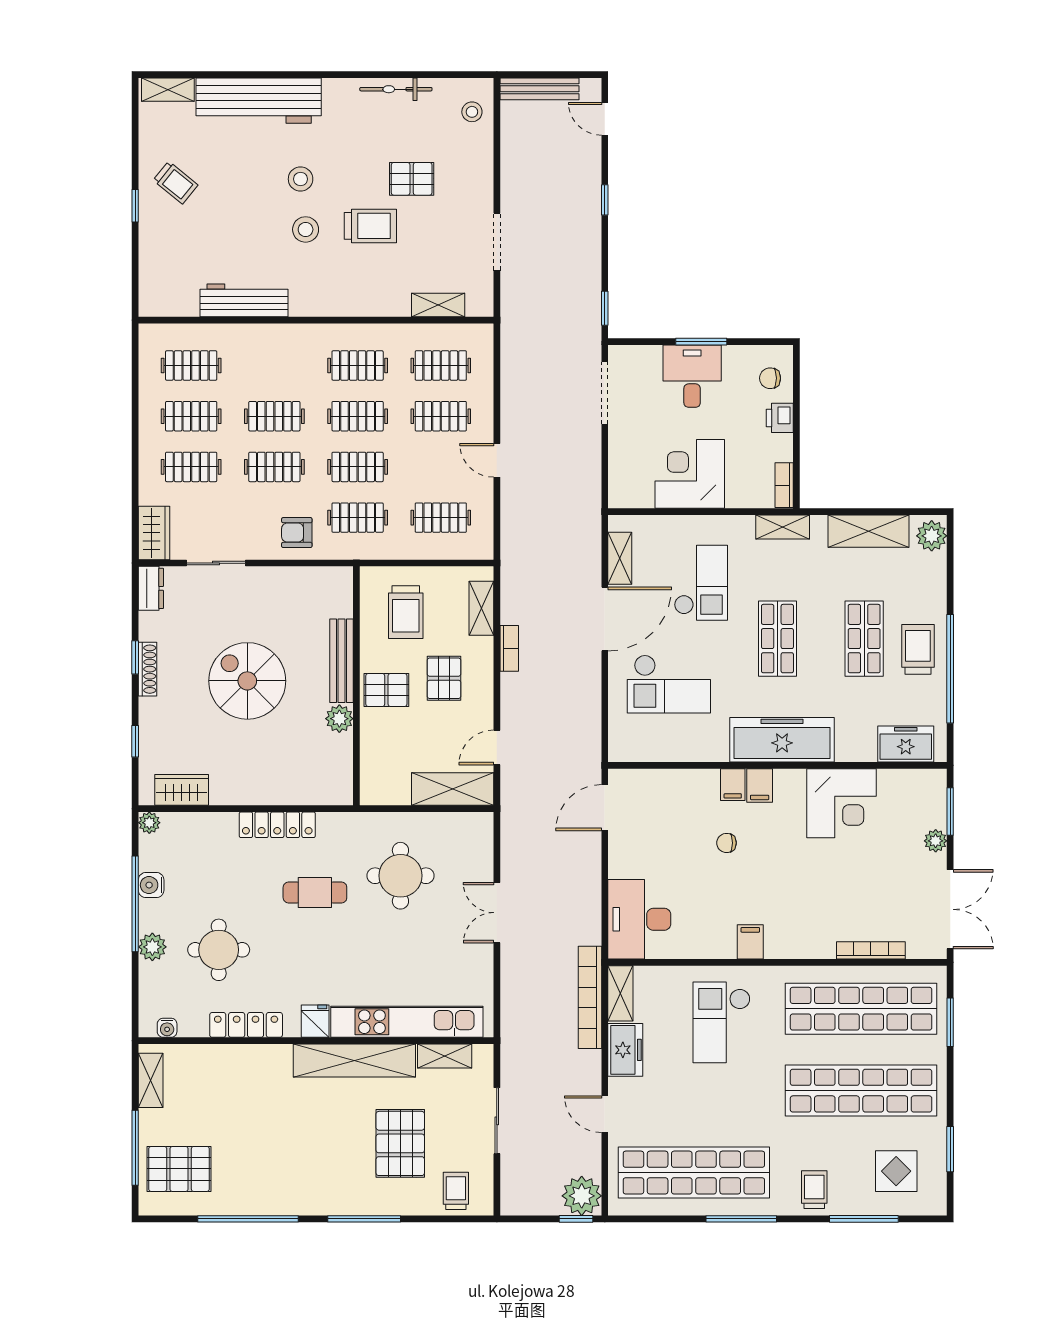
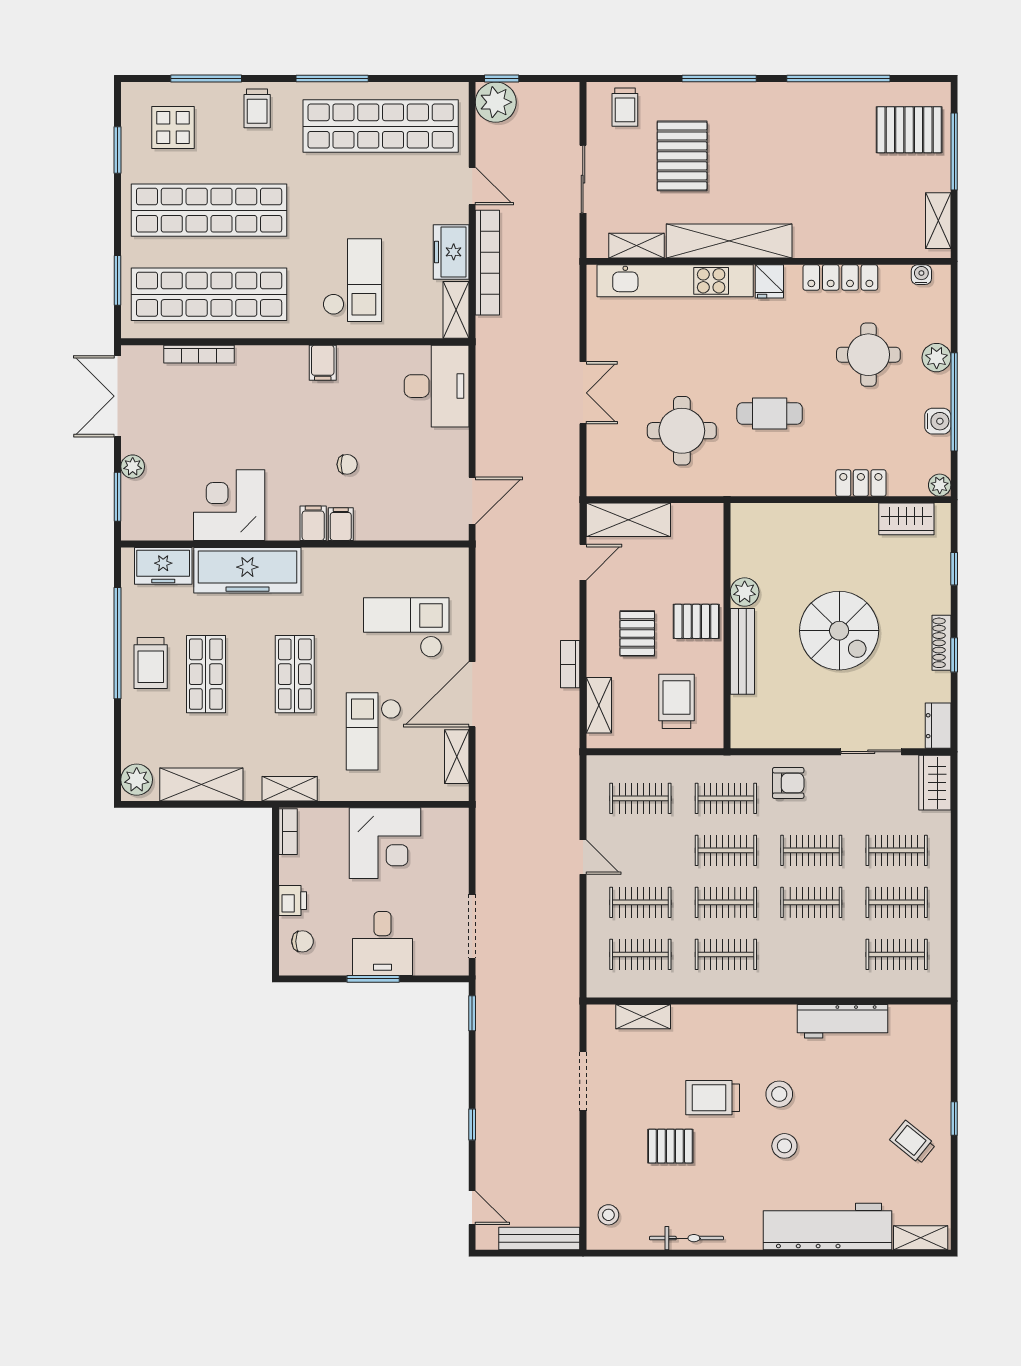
freezer: (782, 740) -> (247, 570), moved
locker: (277, 825) -> (861, 483), moved, width x0.66
bookcase: (590, 997) -> (487, 263), moved

